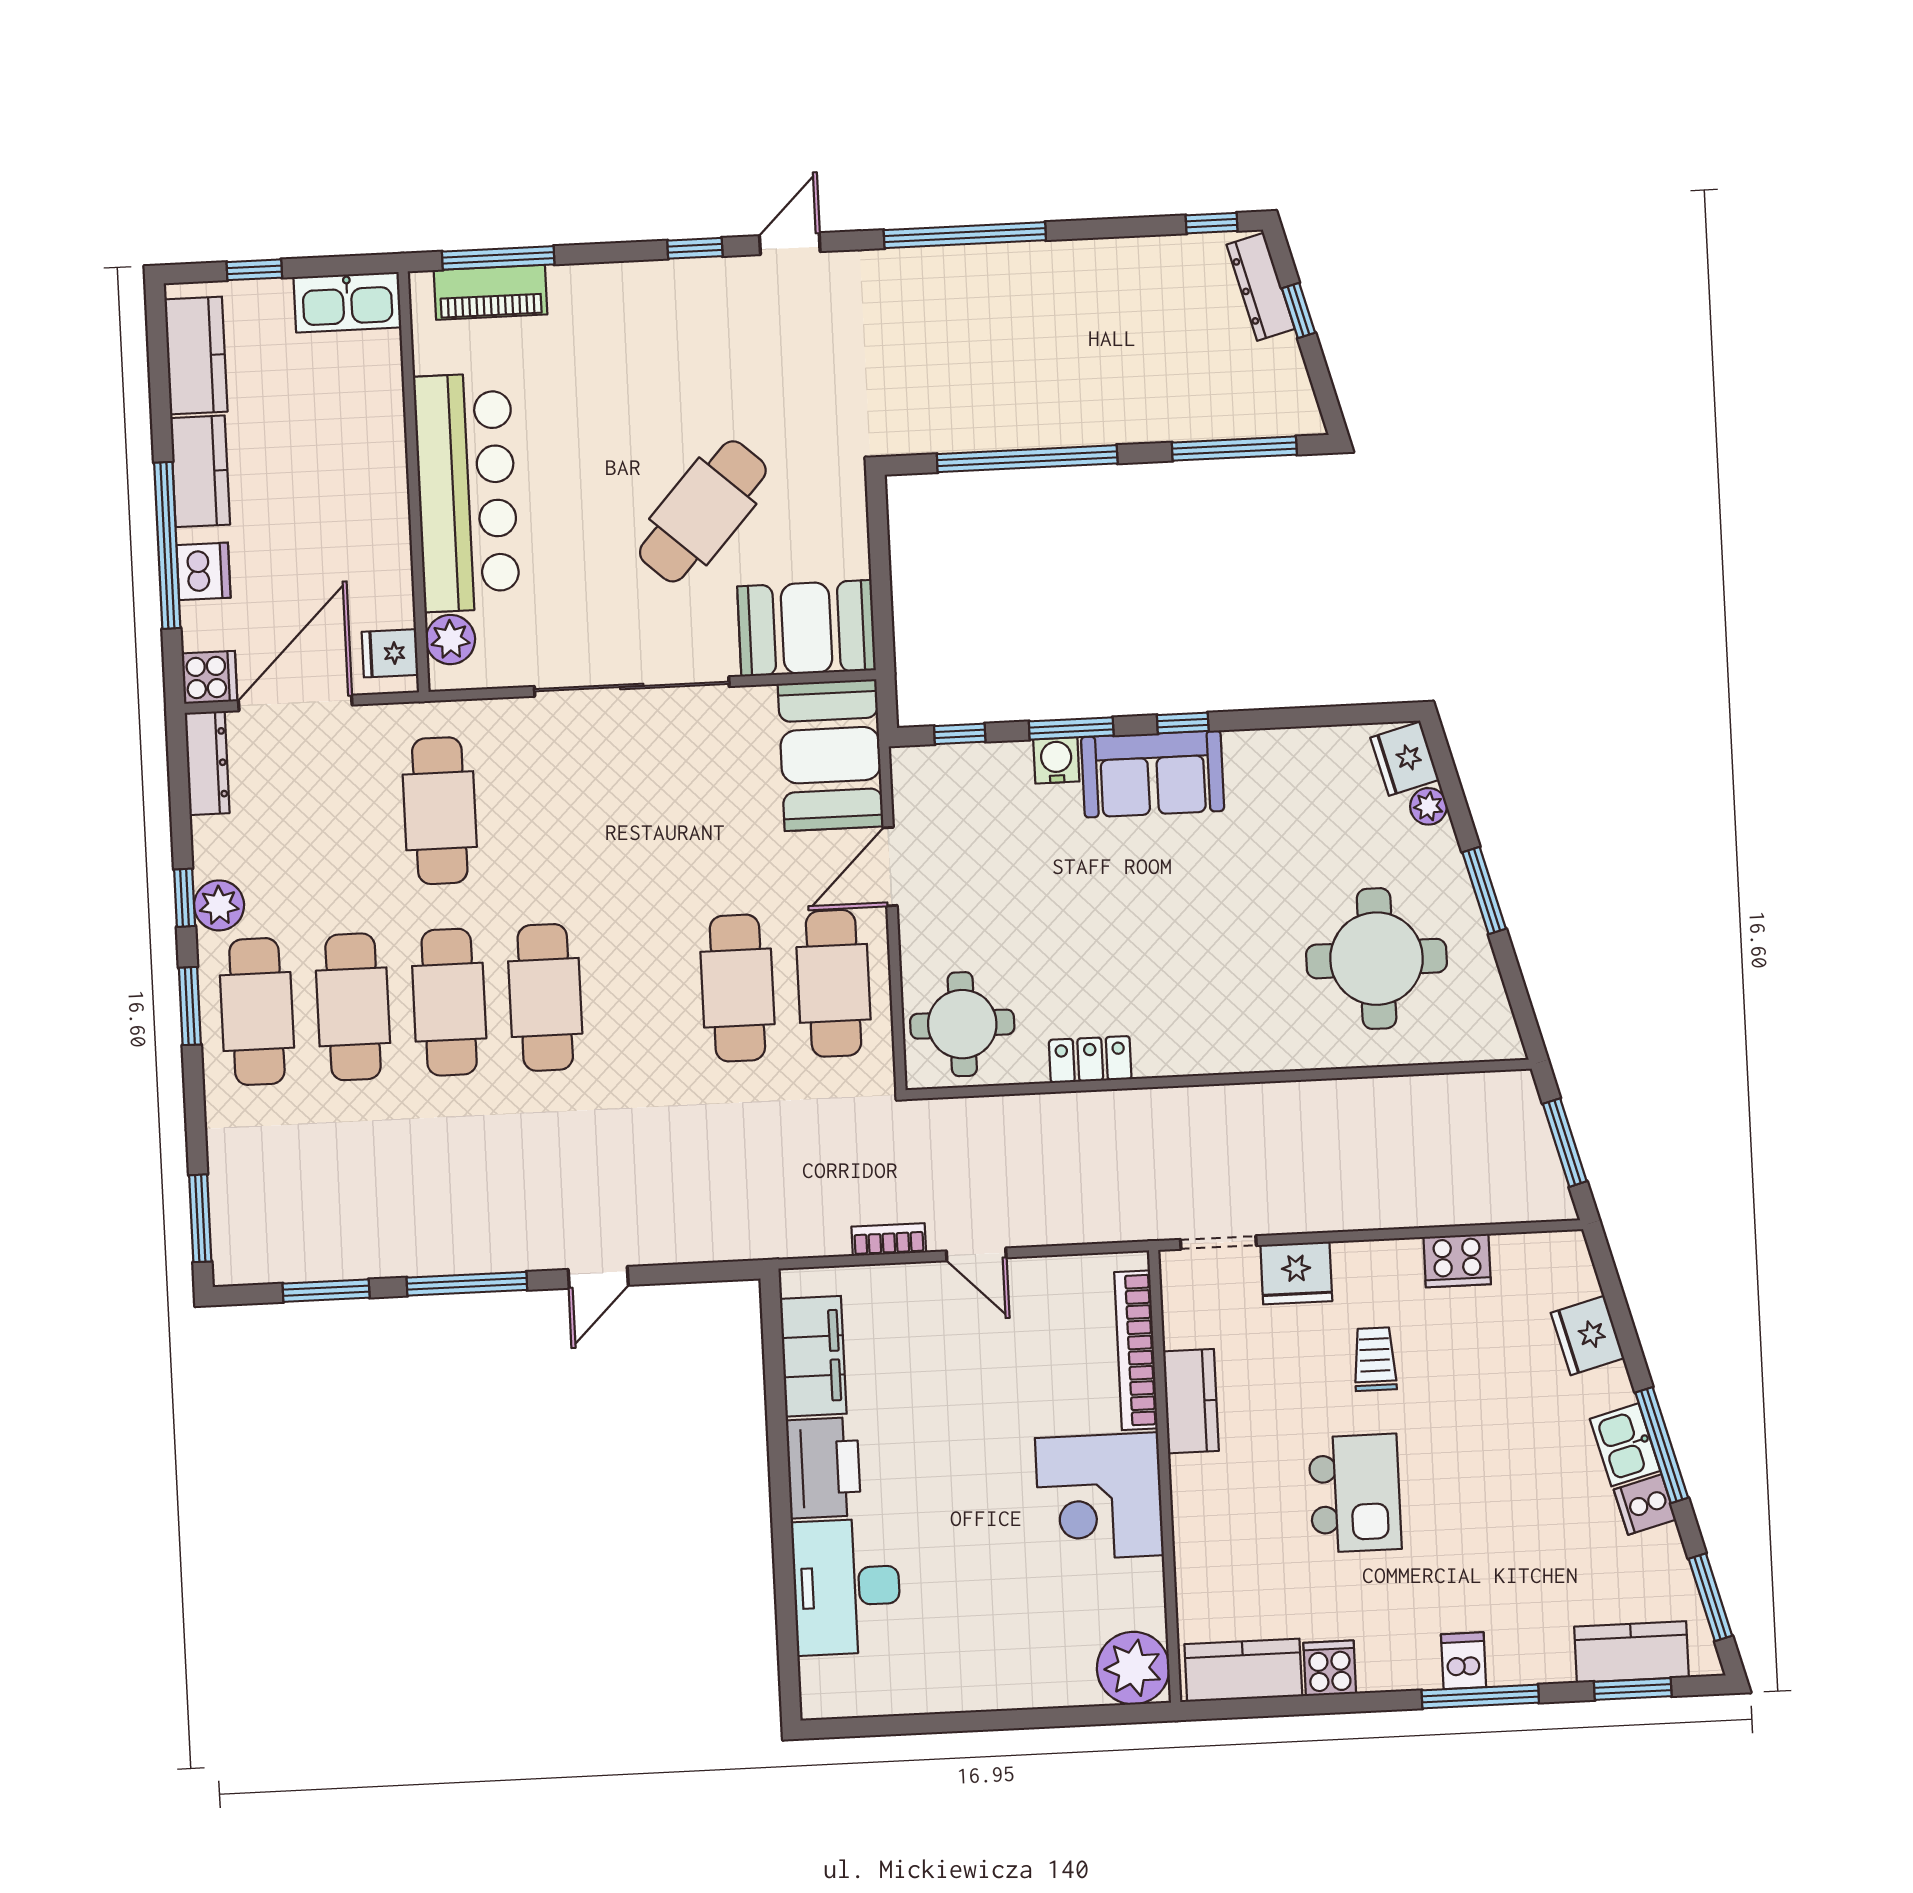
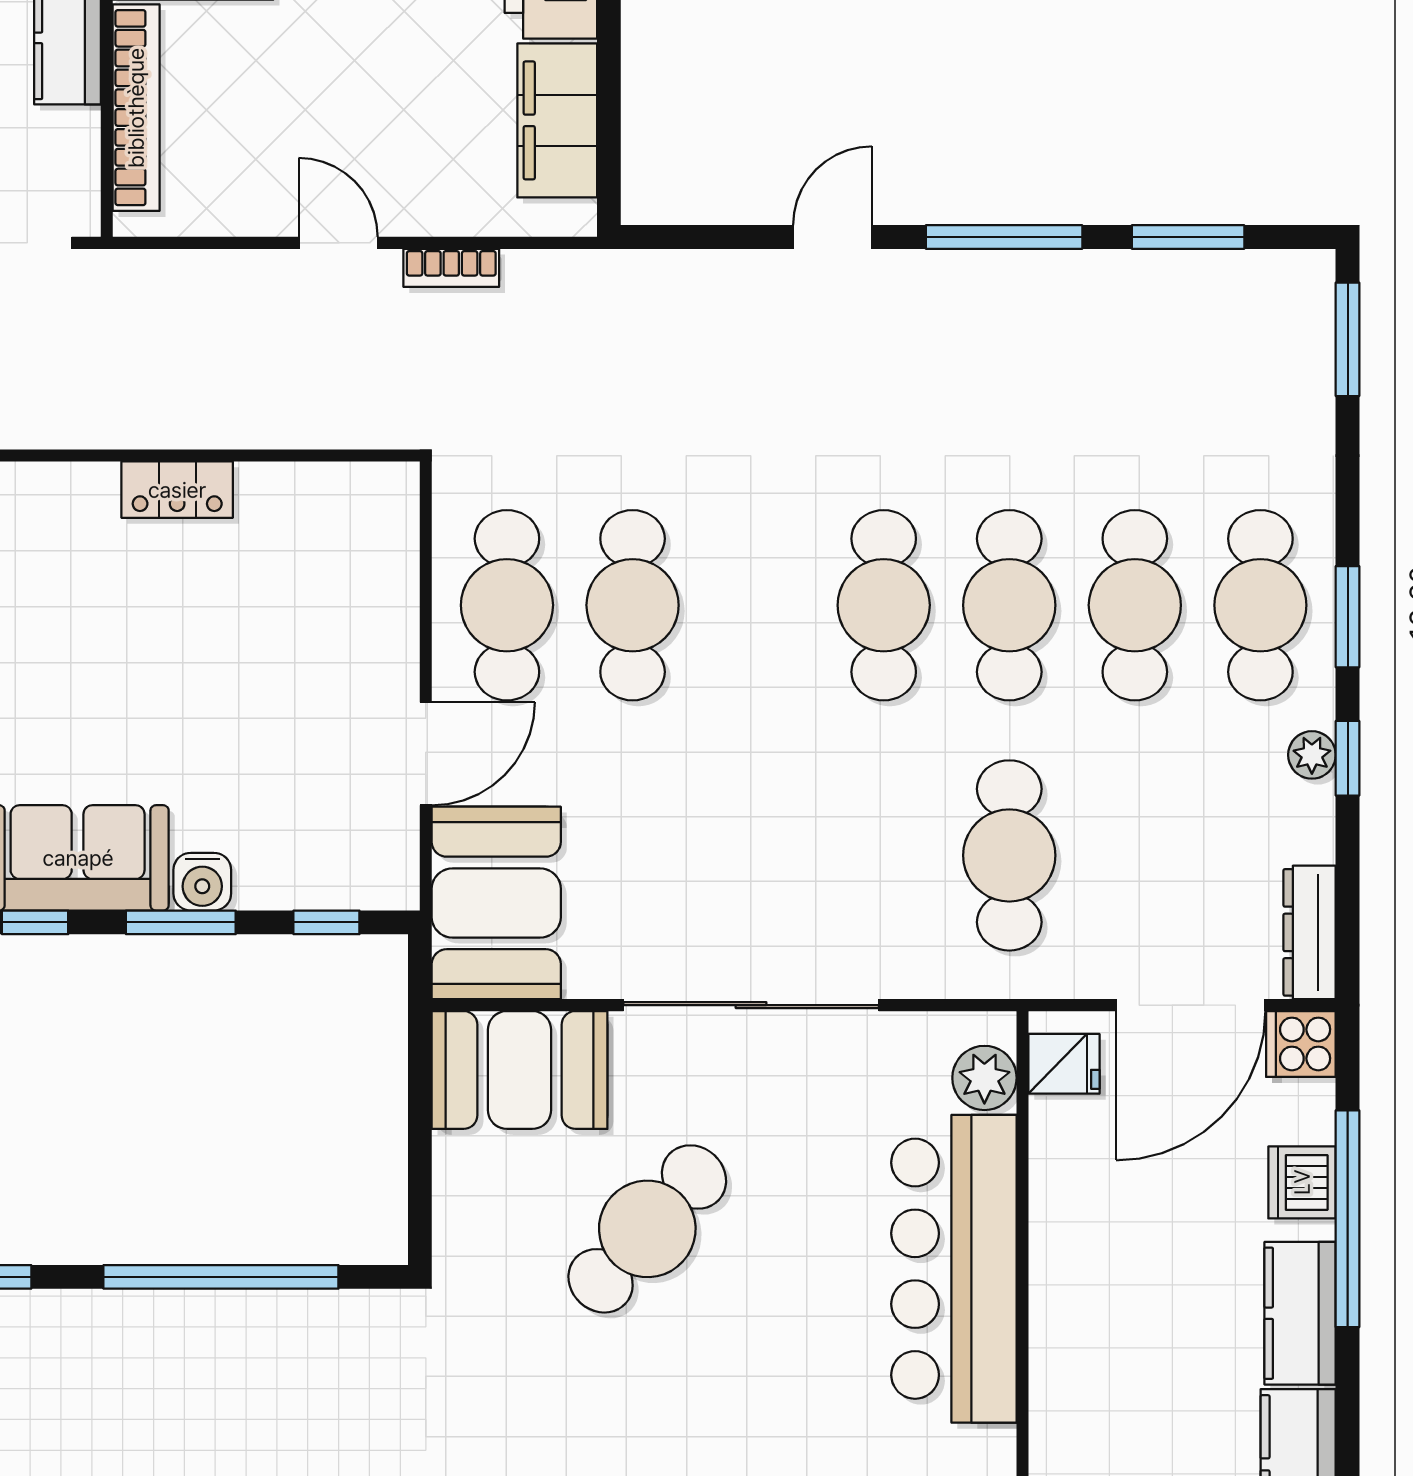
plant: (219, 905) -> (1312, 755), width x0.73, depth x0.73
round table: (962, 1024) -> (342, 544), removed

